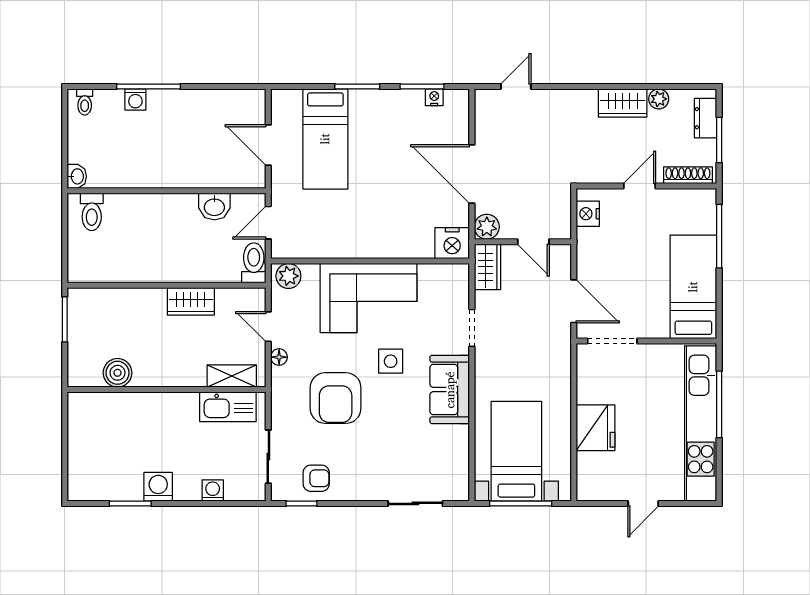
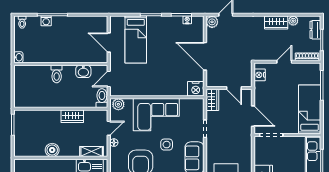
toilet: (92, 212) -> (57, 74), moved
plant: (487, 227) -> (212, 22), moved
door: (268, 327) -> (109, 128), swing flipped
boiler: (118, 373) -> (52, 150), moved

